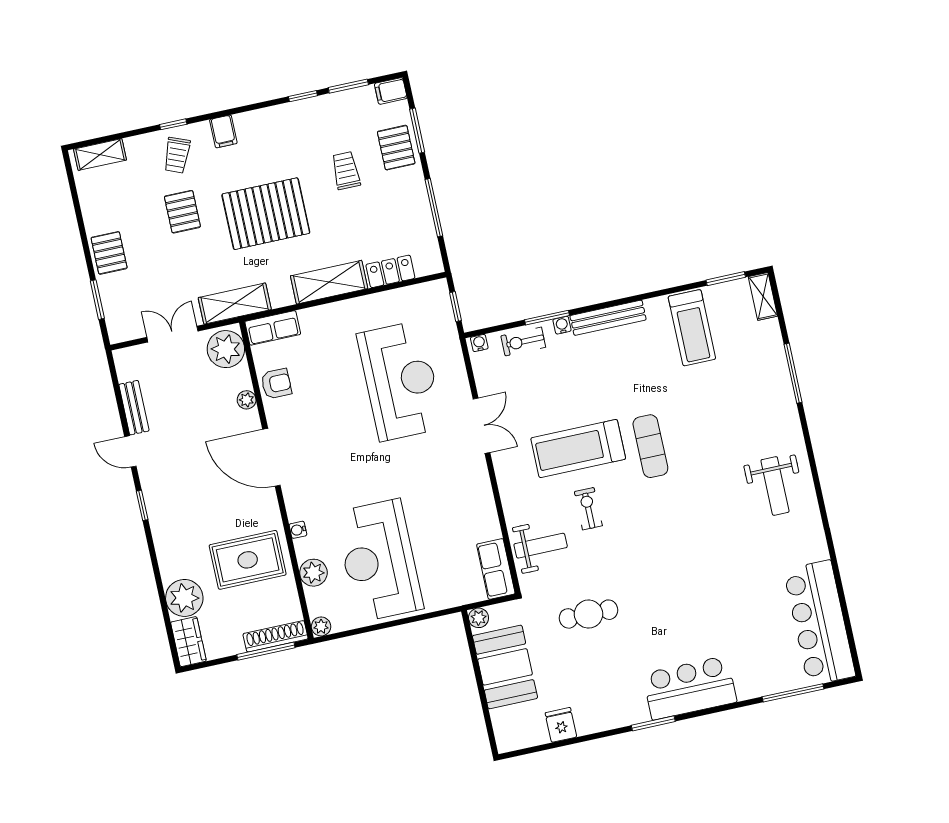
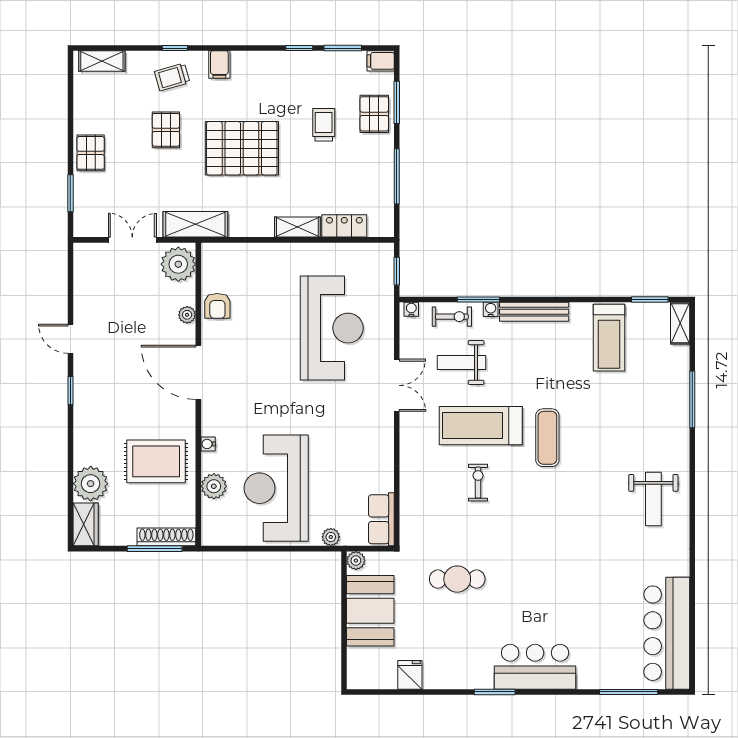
trolley: (177, 155) -> (172, 77), turned 52
shelving: (329, 282) -> (297, 227), width x0.67, depth x0.75
row of seats: (273, 328) -> (225, 254), removed
exercise bike: (523, 342) -> (452, 317), turned 180
armchair: (276, 384) -> (217, 306), turned 90
bench: (134, 408) -> (82, 299), removed
weight bench: (541, 546) -> (462, 362), moved, turned 180
plant: (321, 626) -> (331, 537), moved

